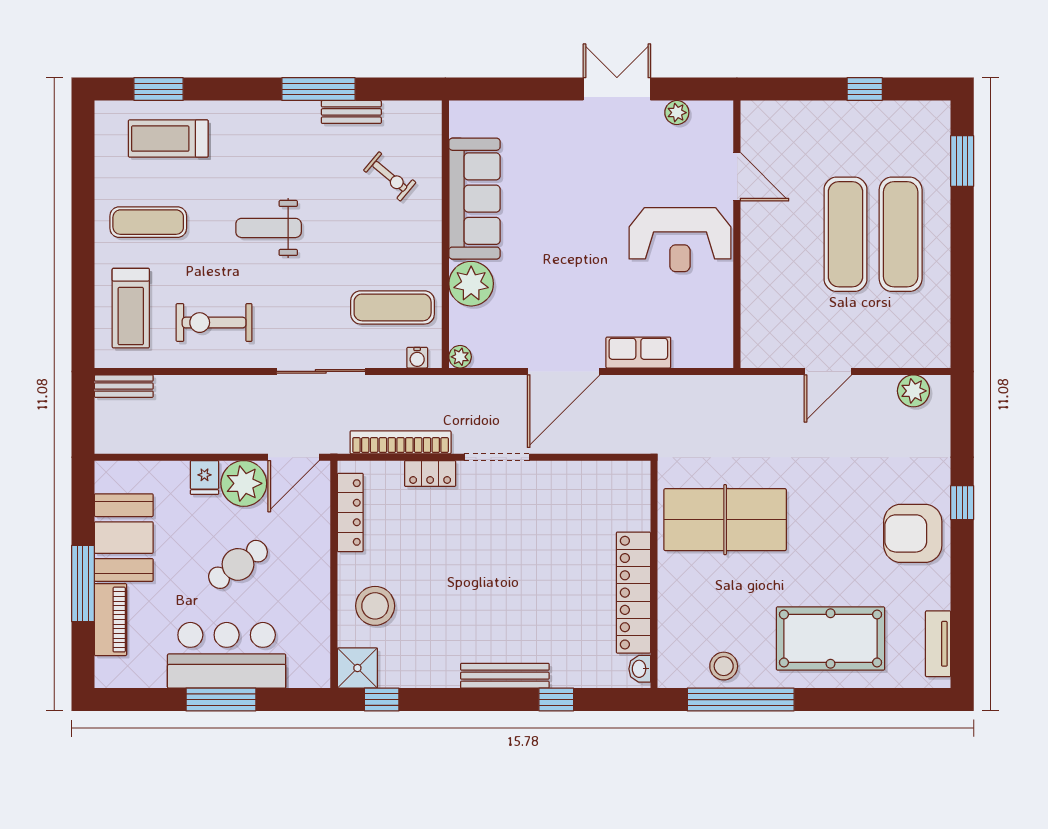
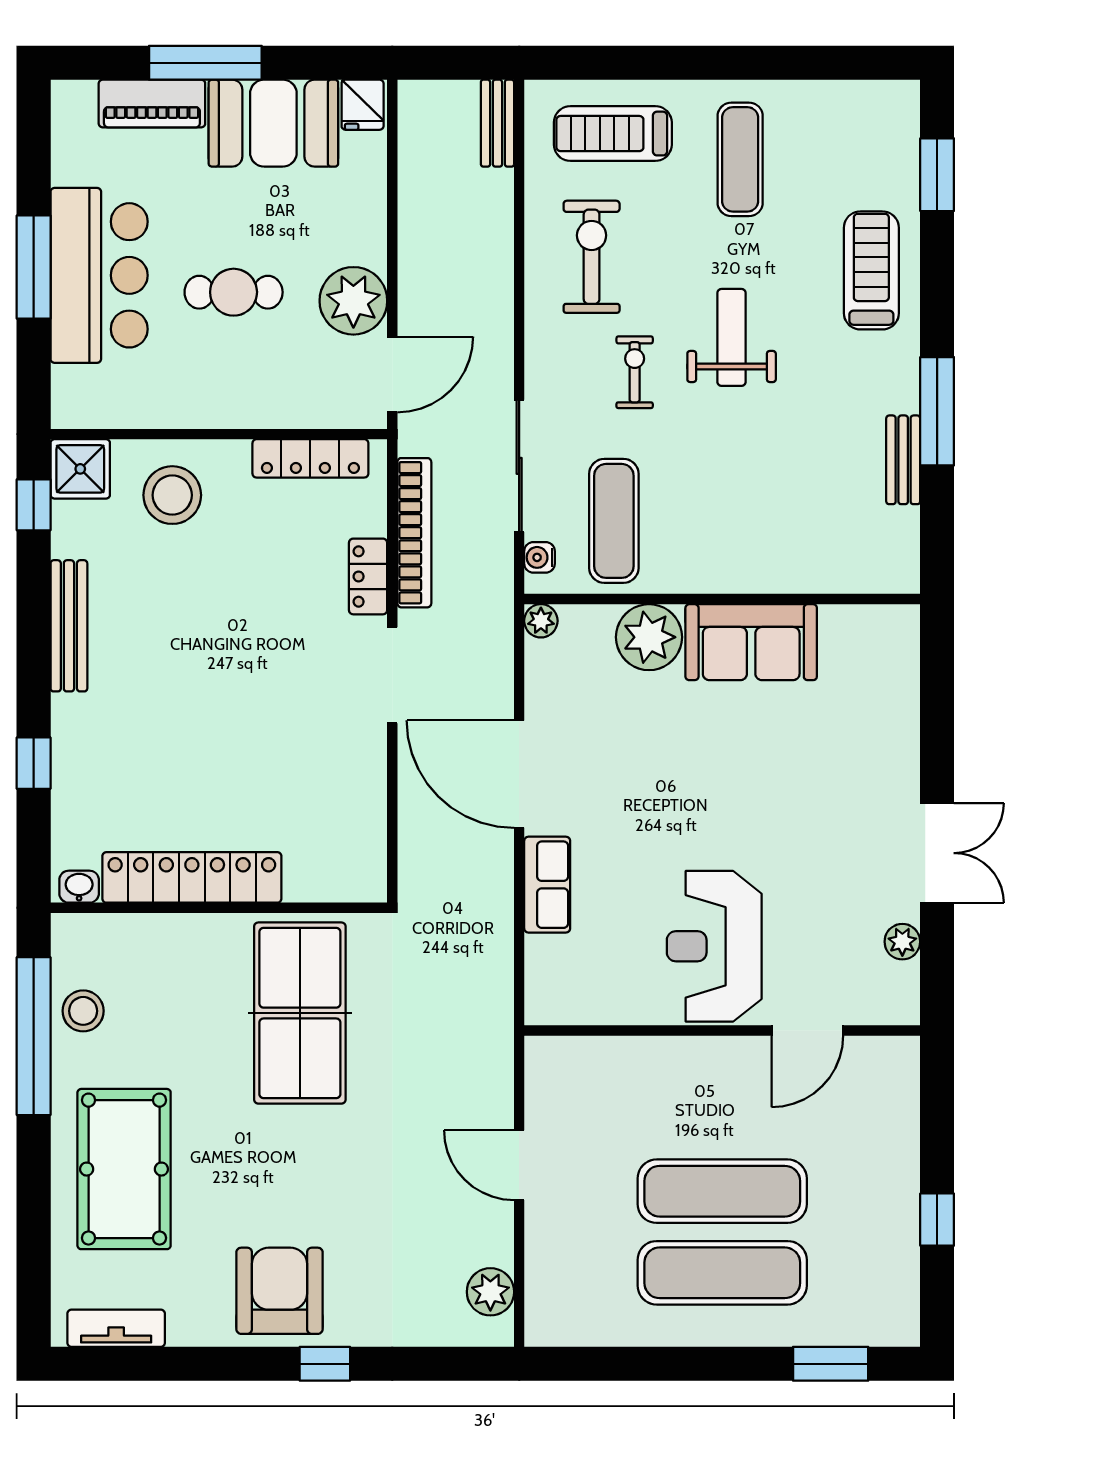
treadmill: (168, 139) -> (871, 270), moved
exercise bike: (390, 176) -> (635, 372), moved, turned 140
sofa: (474, 199) -> (751, 642), width x0.73
sliding door: (321, 371) -> (519, 466), moved
door: (294, 457) -> (392, 374), swing flipped
fridge: (204, 478) -> (363, 105), moved, turned -90
cafe table: (238, 564) -> (234, 292), turned -55
bench: (505, 676) -> (69, 626), moved

